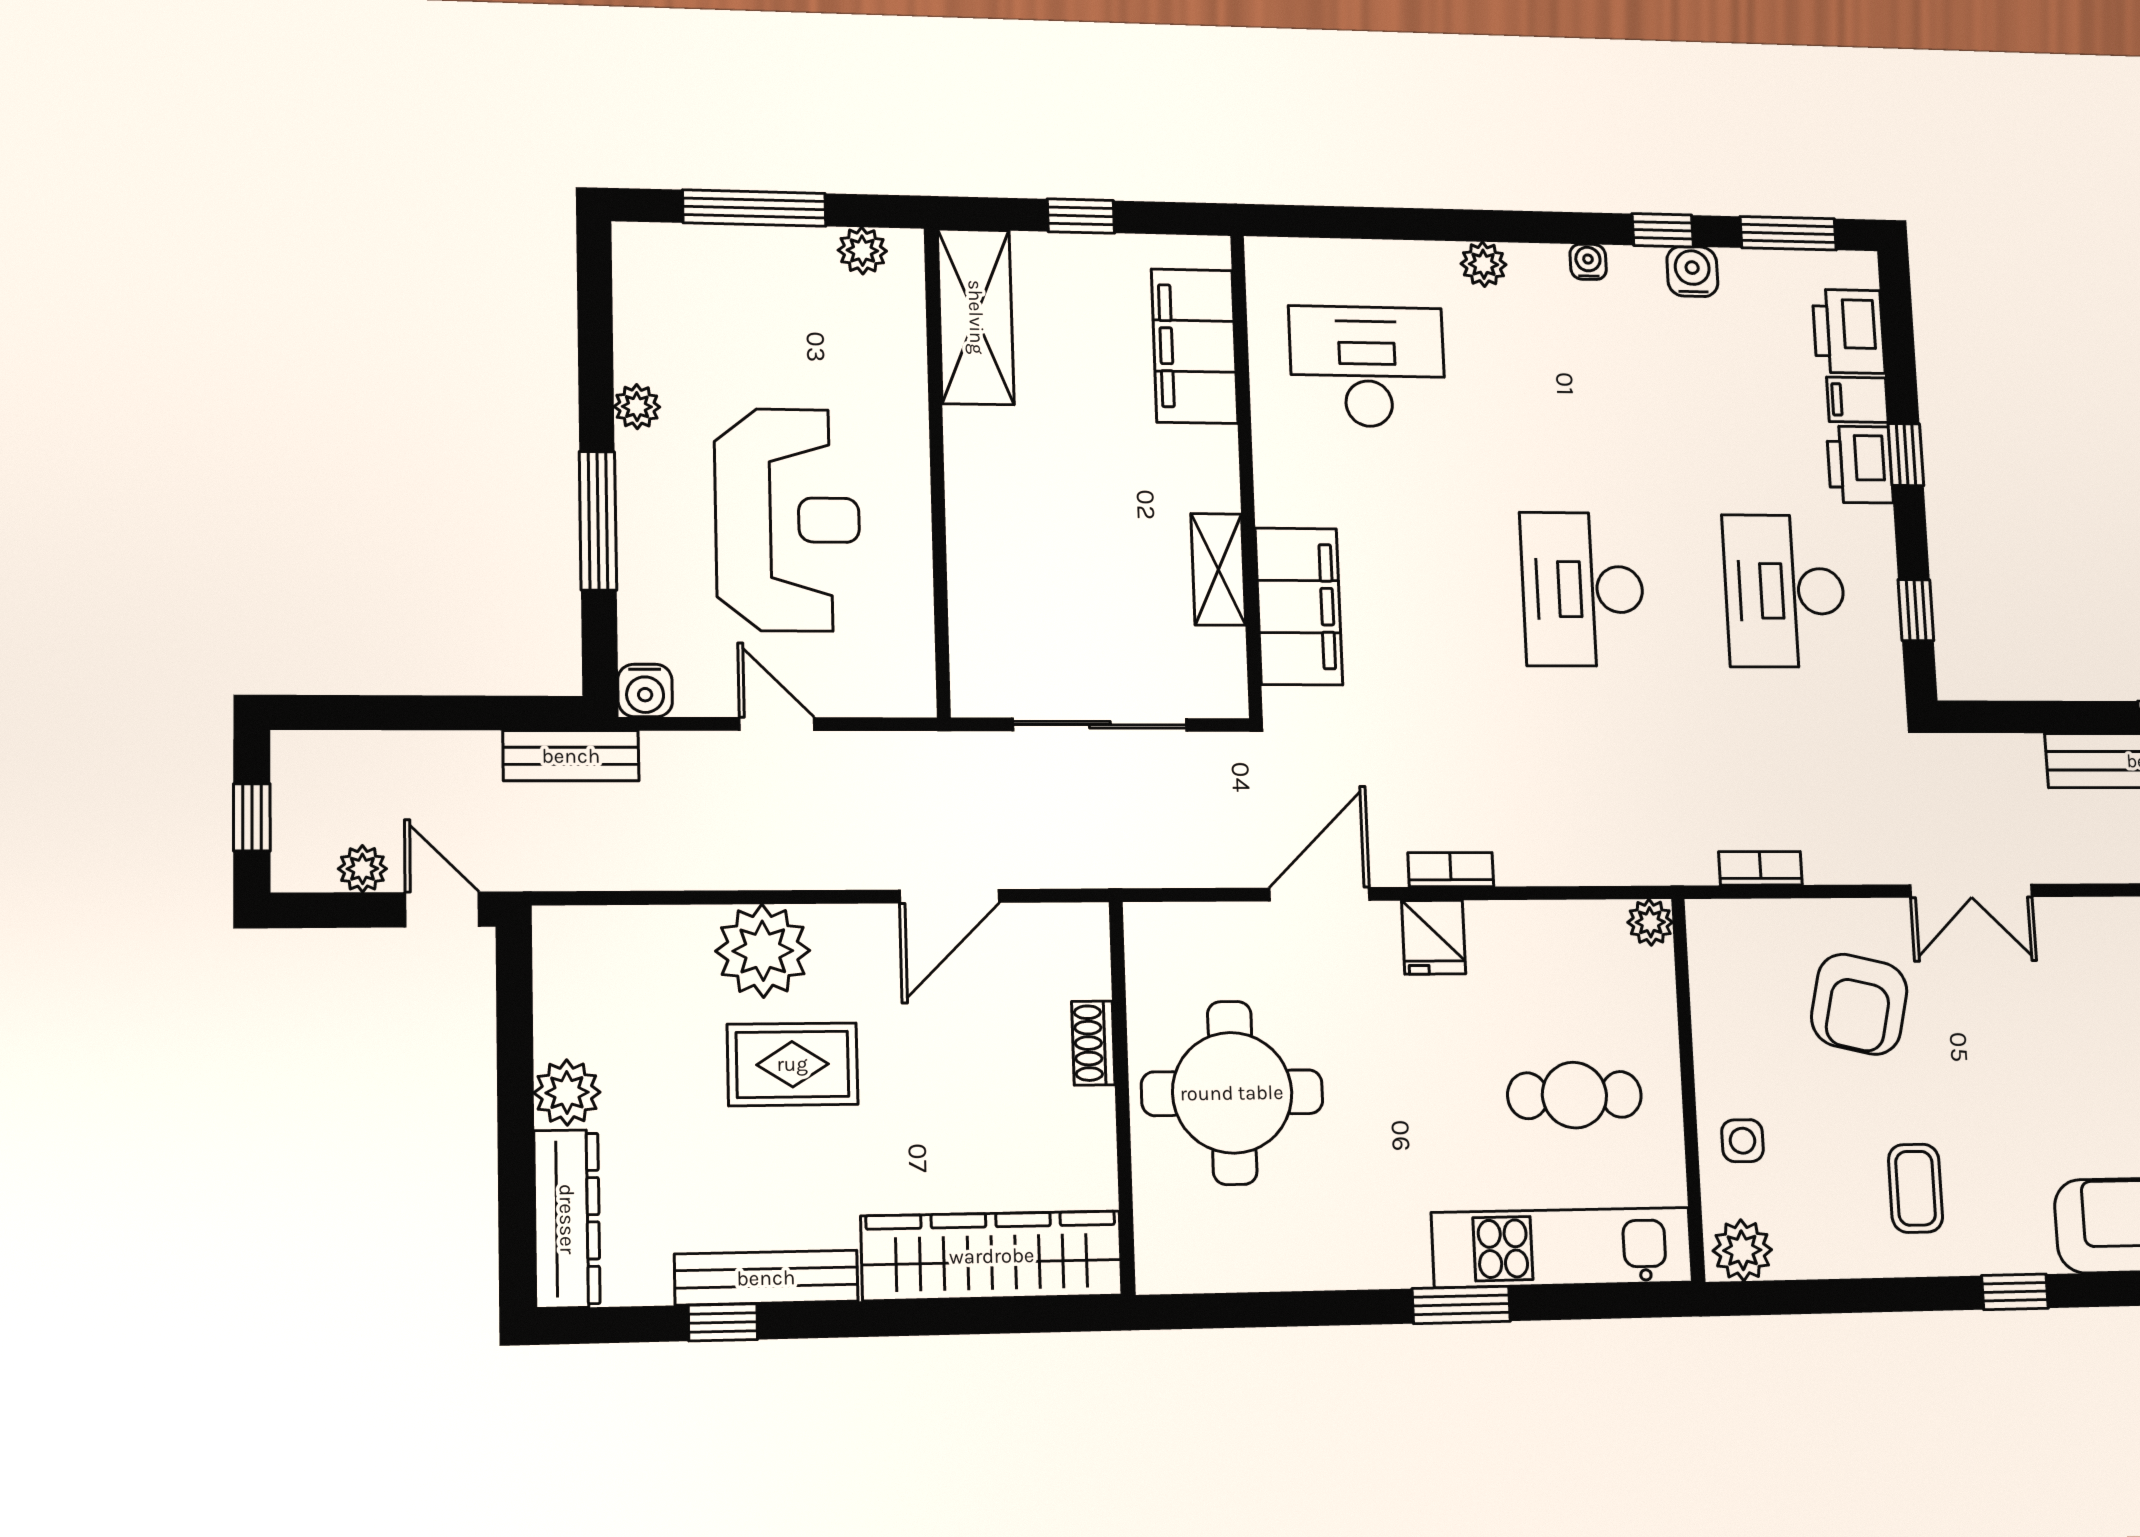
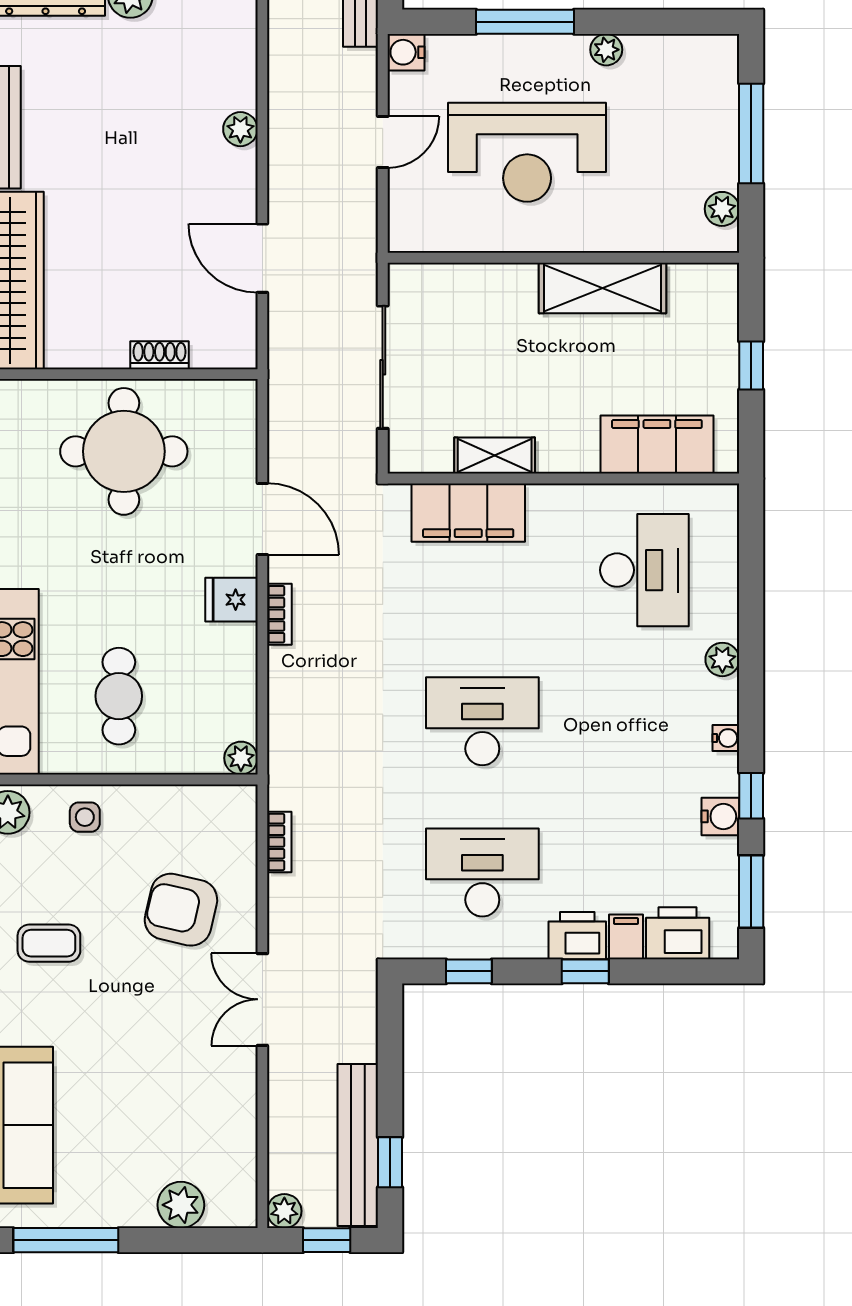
shelving: (976, 317) -> (602, 288), moved
plant: (763, 951) -> (240, 129), width x0.53, depth x0.53
rug: (792, 1064) -> (147, 148), removed

